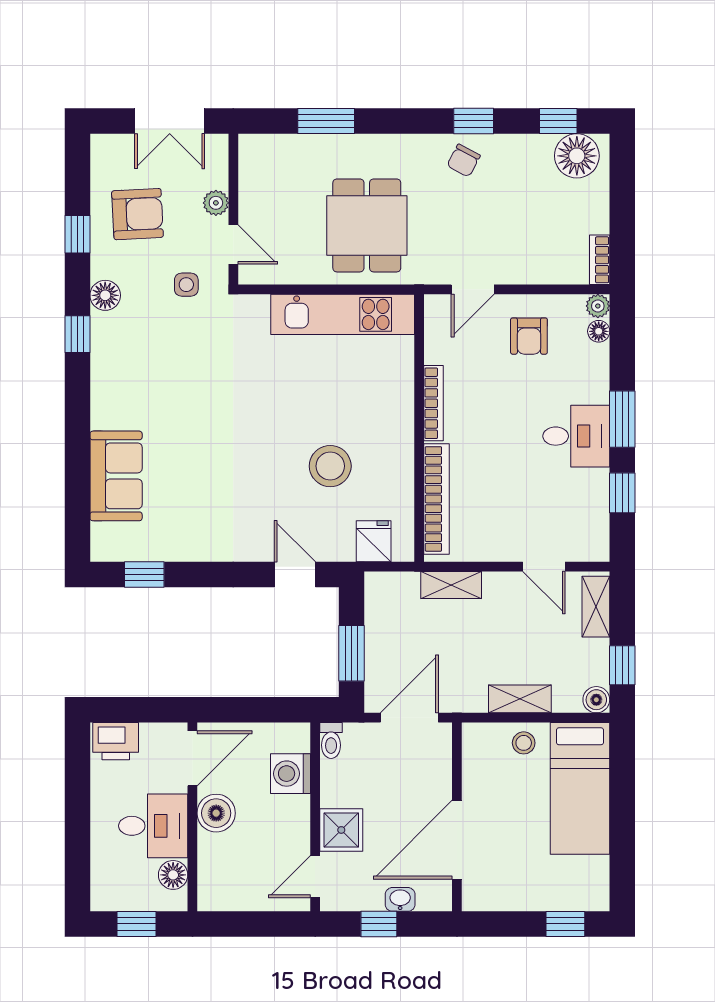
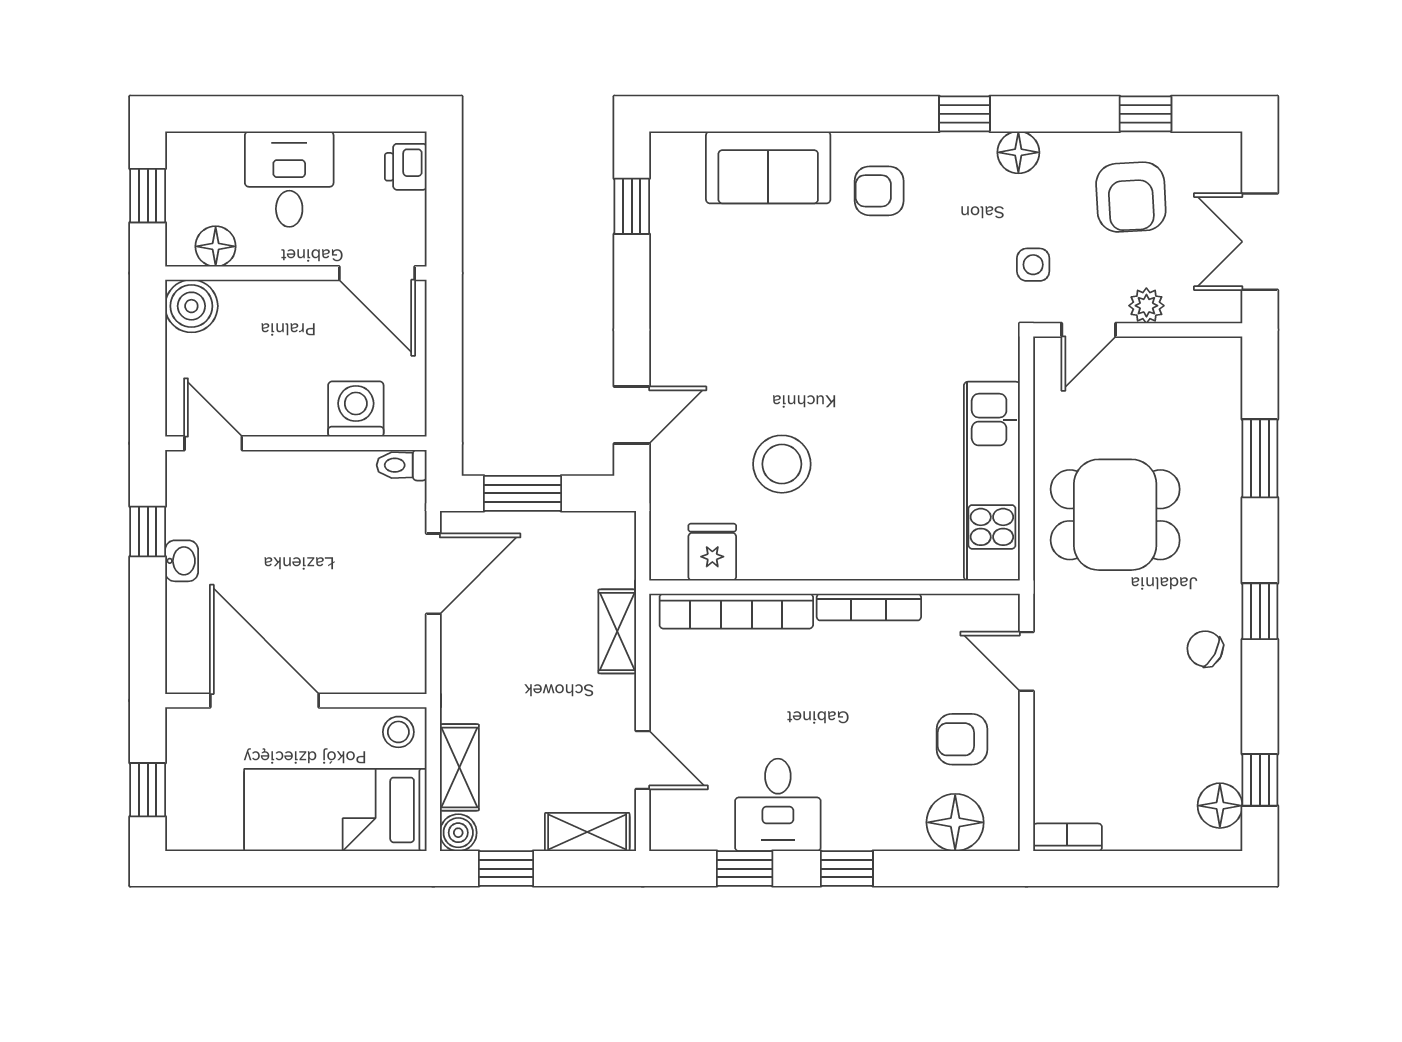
window: (474, 121) -> (1260, 611), moved
floor lamp: (577, 156) -> (1220, 806), width x0.73, depth x0.73
window: (77, 234) -> (1146, 114), moved
plant: (598, 306) -> (1004, 835), removed
floor lamp: (599, 331) -> (955, 822), width x1.89, depth x1.89
armchair: (133, 396) -> (879, 191), added
window: (622, 419) -> (847, 869), width x0.67
desk: (576, 436) -> (778, 805), moved
fridge: (374, 541) -> (712, 552), moved, turned -90
door: (544, 567) -> (643, 760), swing flipped
shelving: (520, 699) -> (459, 767), moved
door: (409, 718) -> (433, 574), hinge flipped
printer: (116, 741) -> (406, 167), width x0.73, depth x0.81
boiler: (216, 813) -> (191, 306), moved
wall: (457, 817) -> (296, 701), moved
desk: (153, 826) -> (289, 179), moved, turned 180
shower: (341, 830) -> (278, 479), removed
door: (457, 840) -> (264, 701), moved

